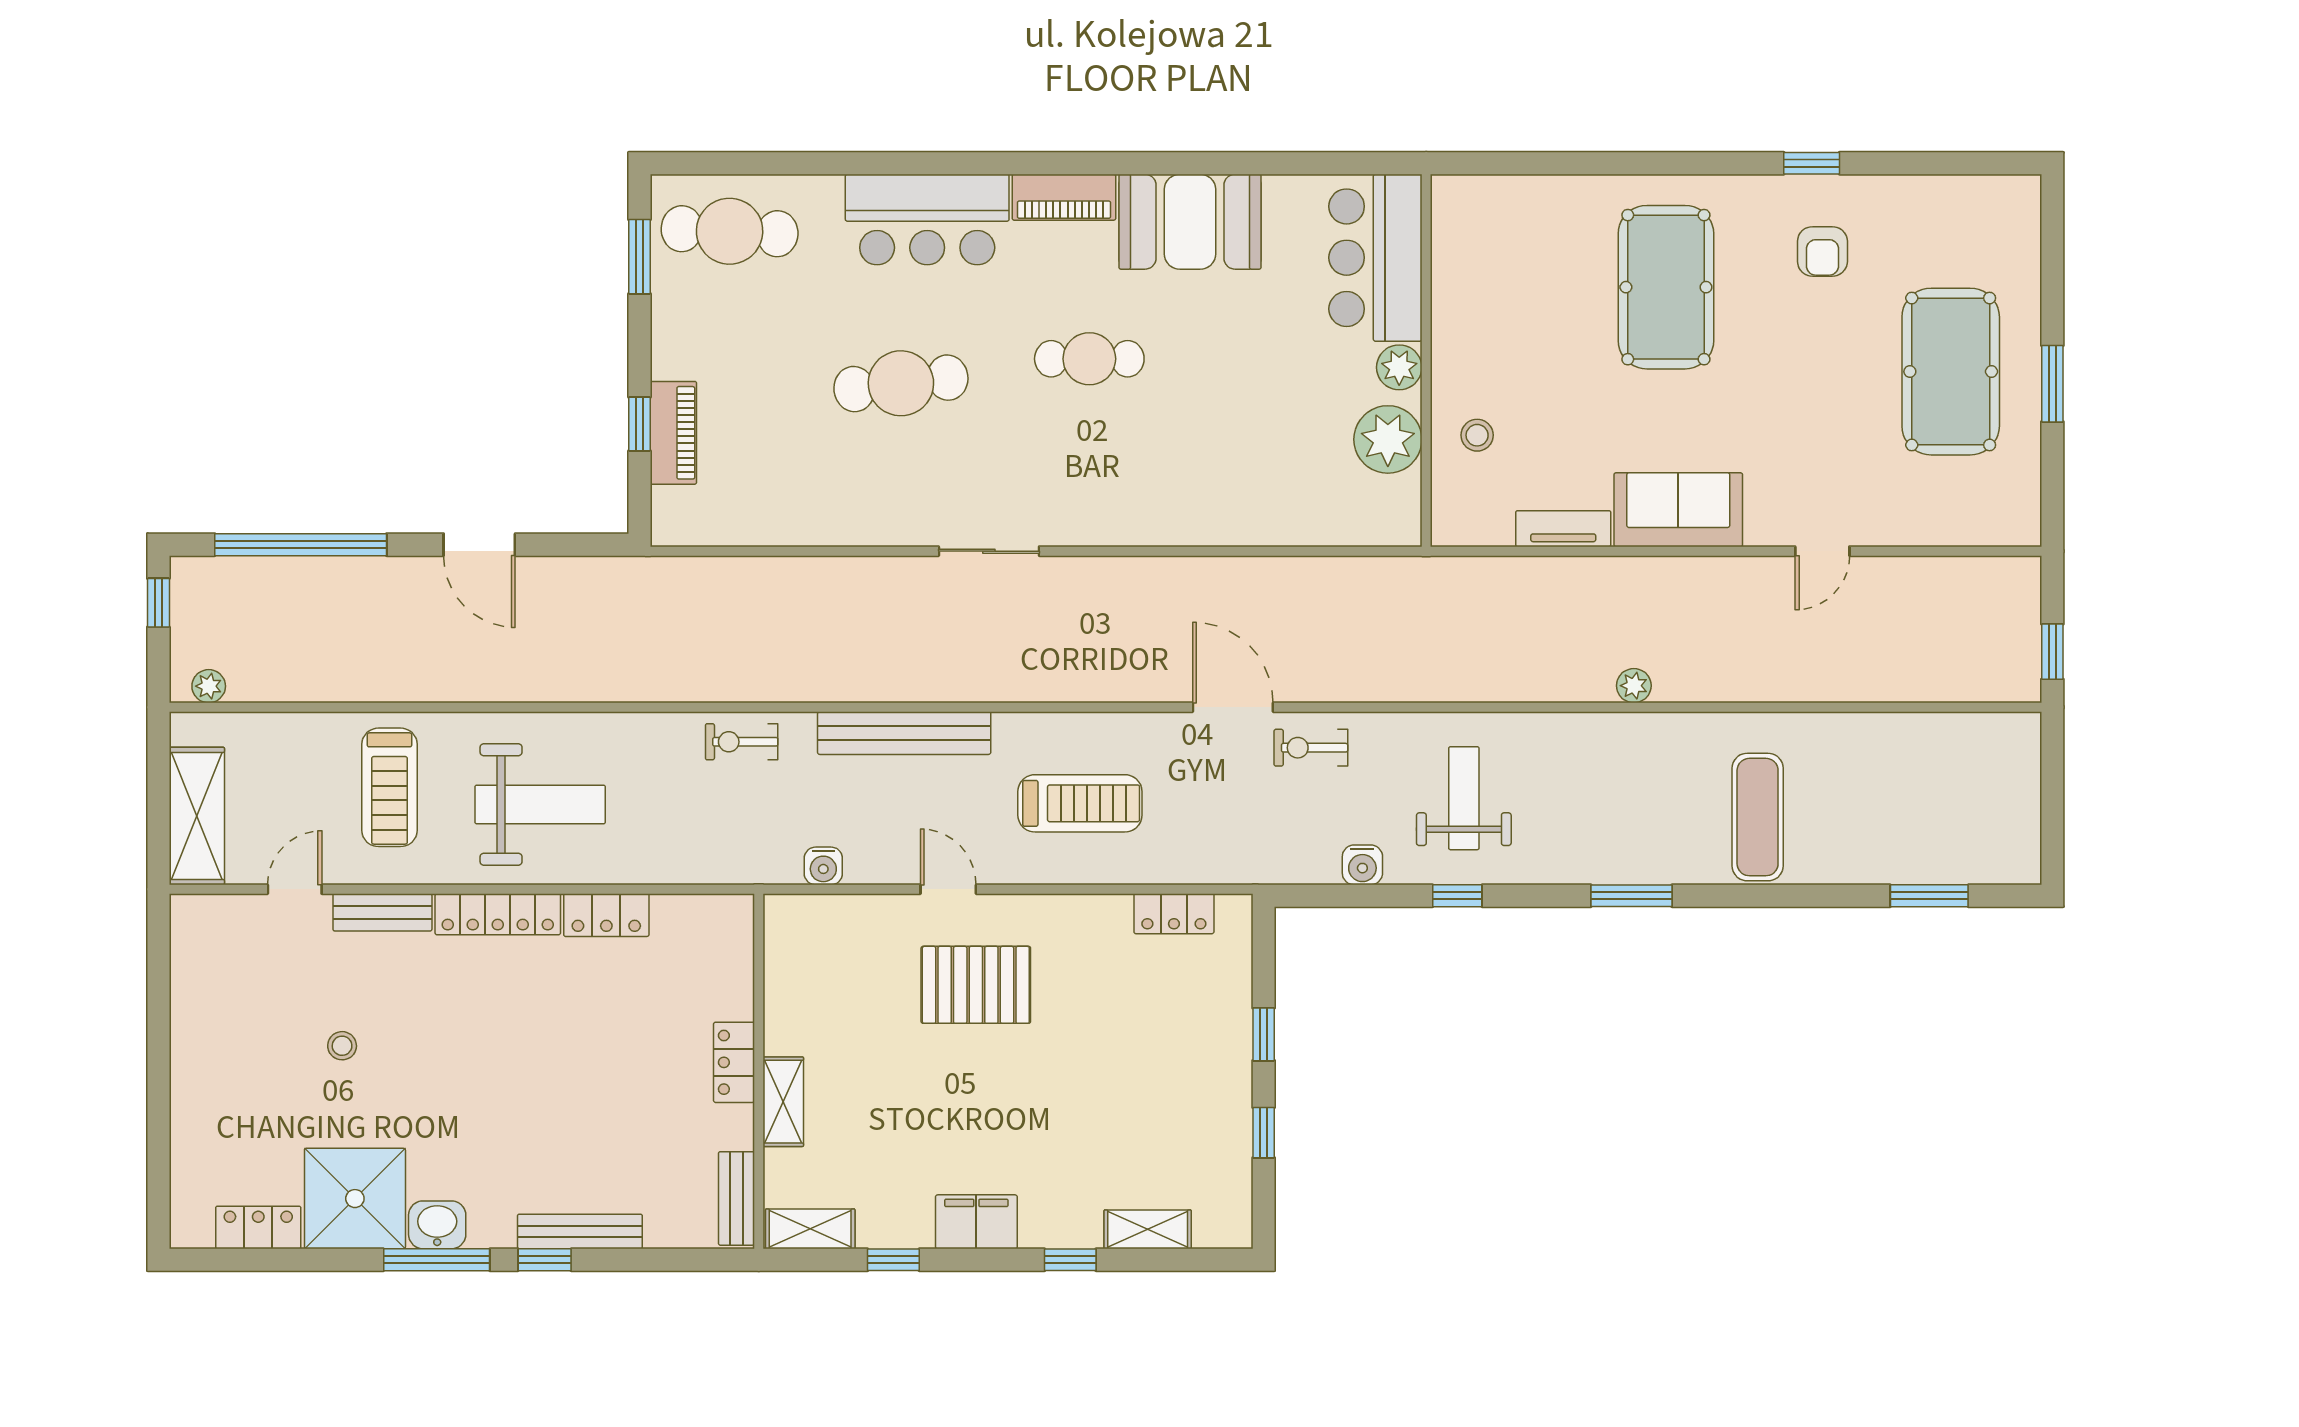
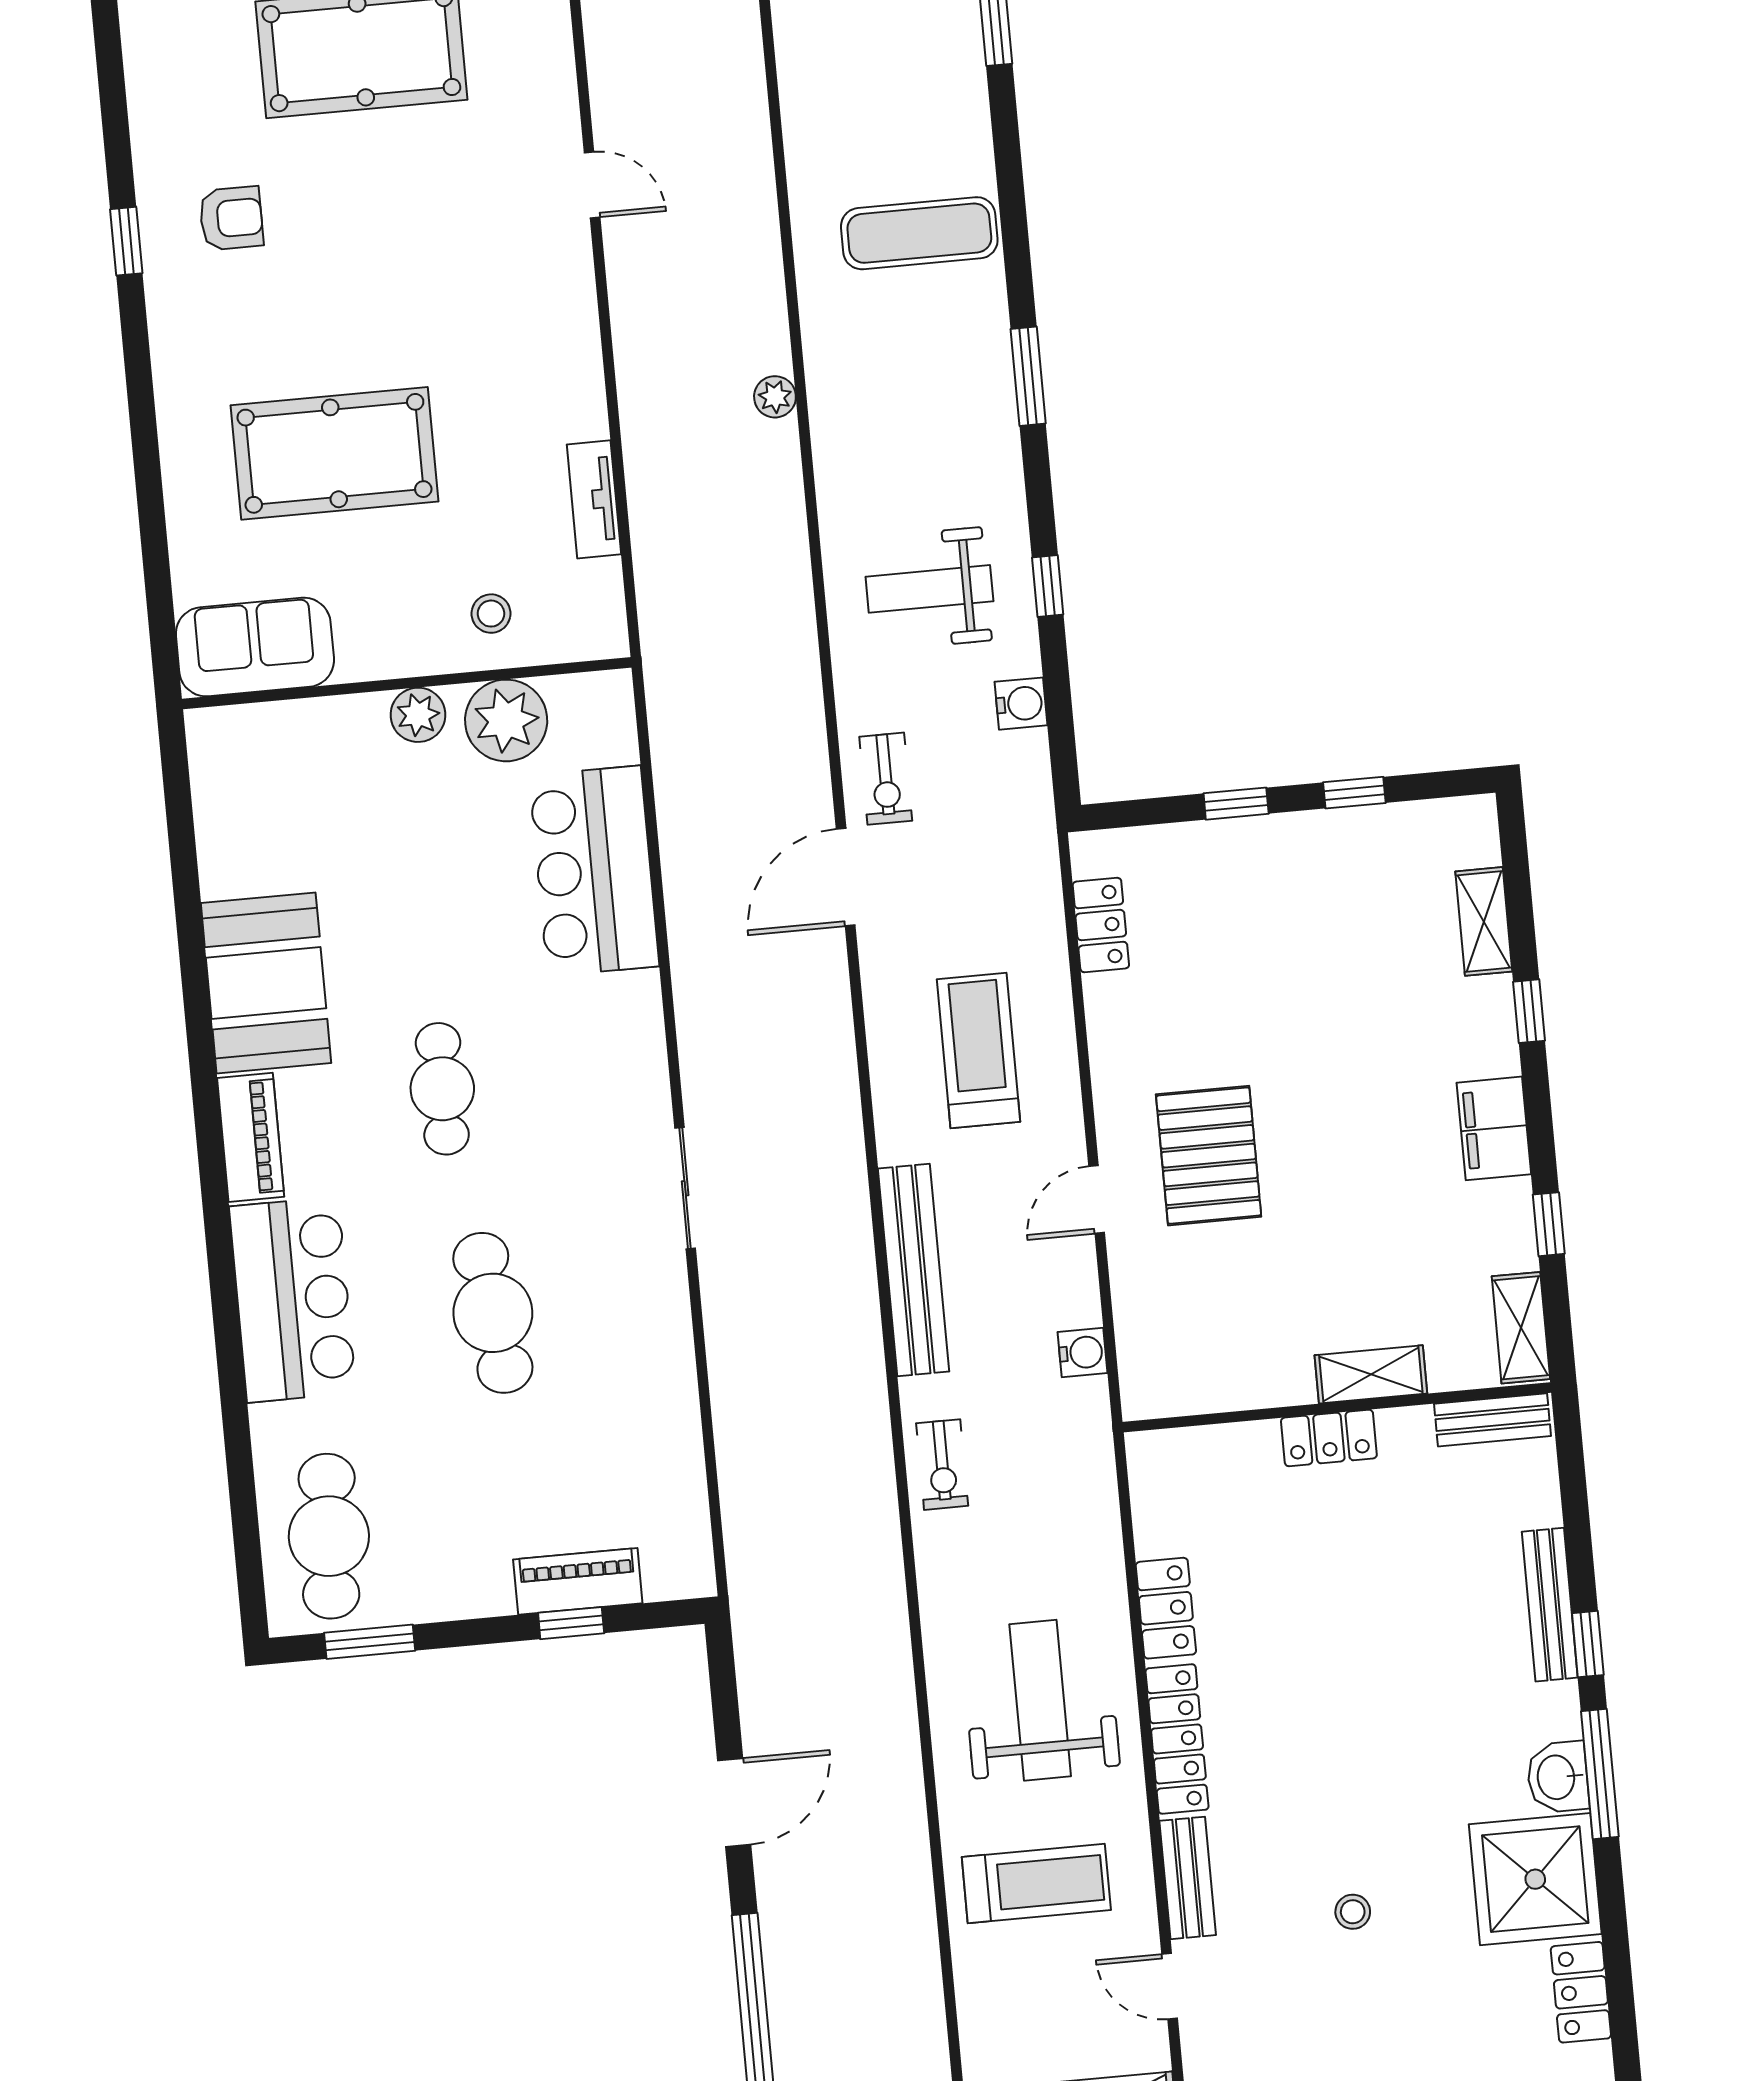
bar counter: (1375, 258) -> (594, 871), moved, turned 90
pool table: (1666, 287) -> (334, 453), moved
sofa: (1678, 510) -> (255, 647), moved, turned 90

